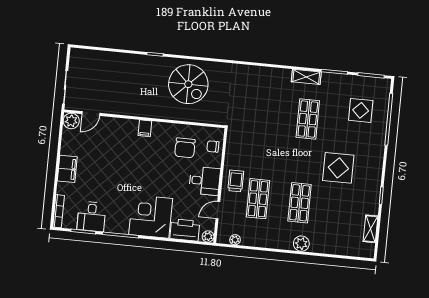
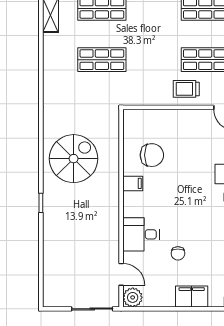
shop shelf: (266, 115) -> (102, 60), added
filing cabinet: (145, 128) -> (133, 183), moved
chair: (213, 146) -> (178, 253), moved
desk: (205, 181) -> (141, 234), moved, turned -90

